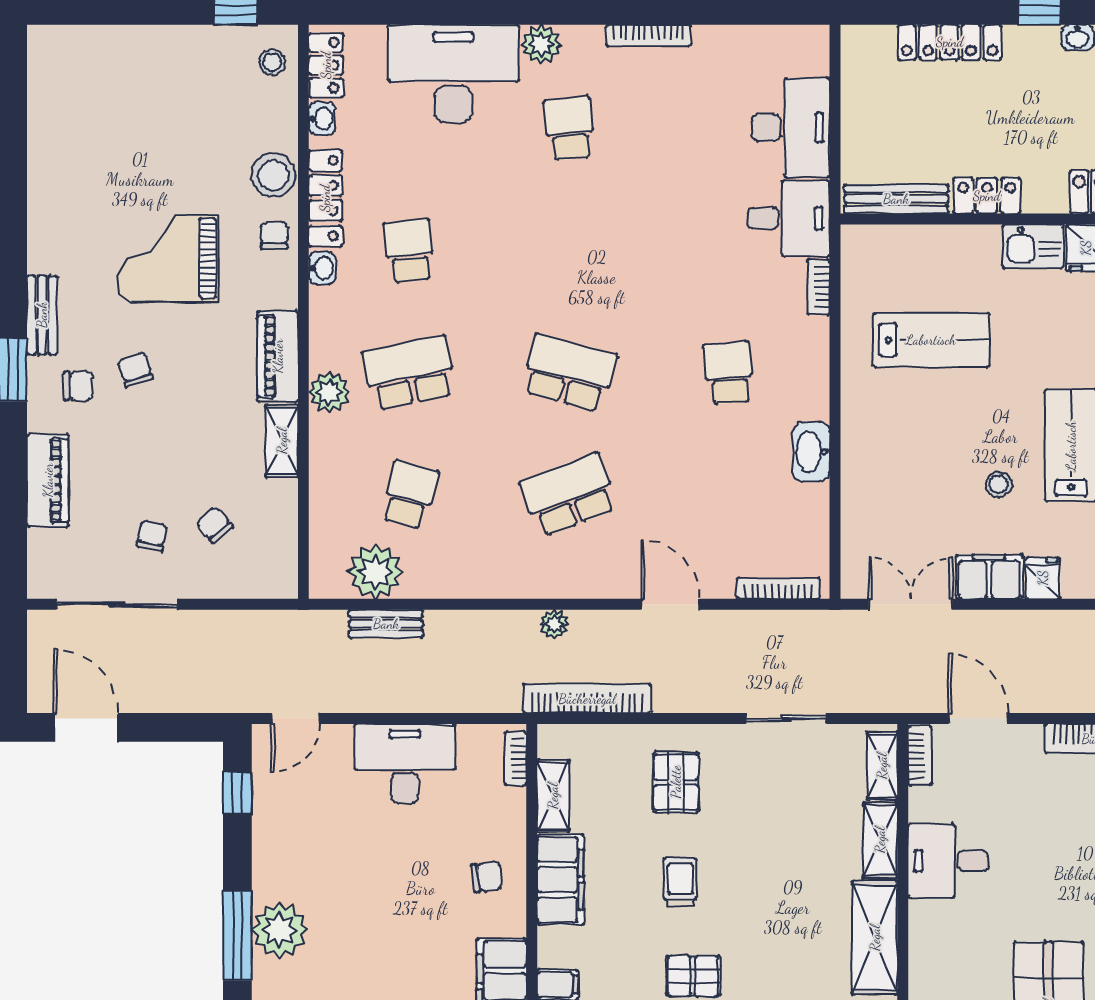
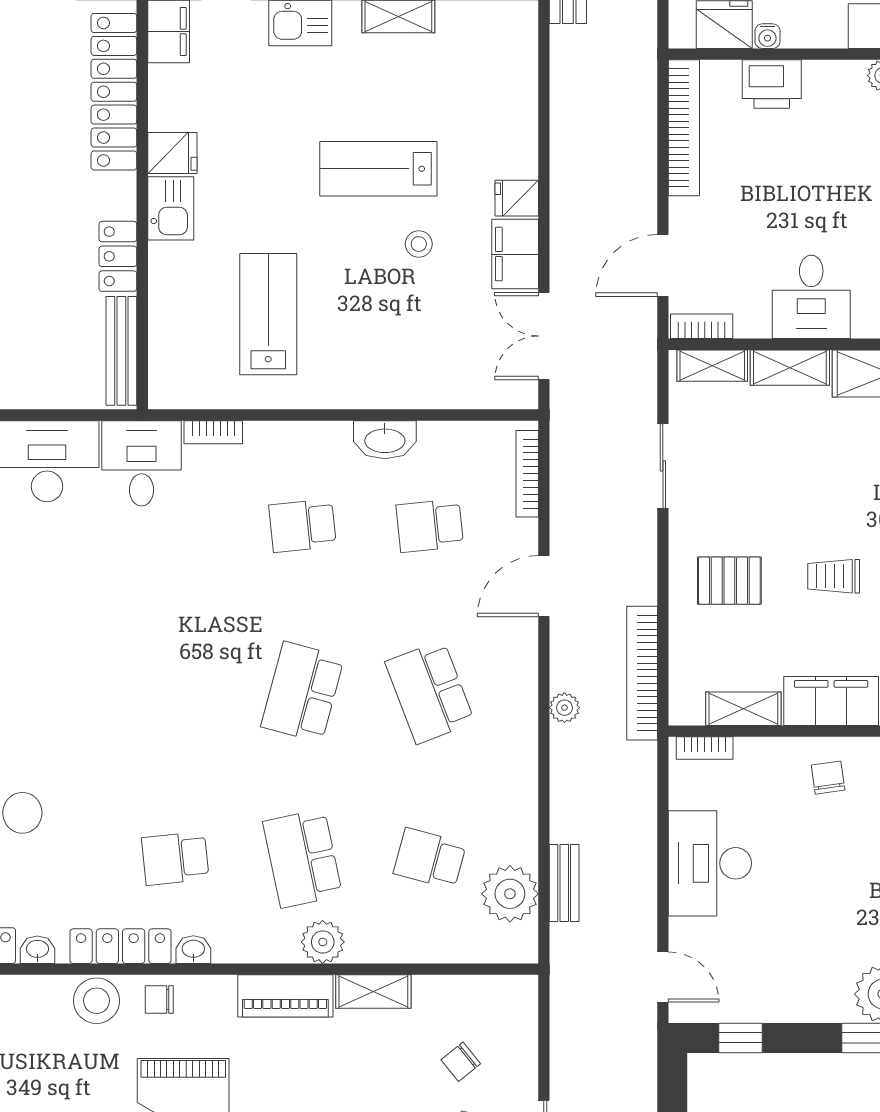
school desk: (569, 129) -> (430, 526), moved

